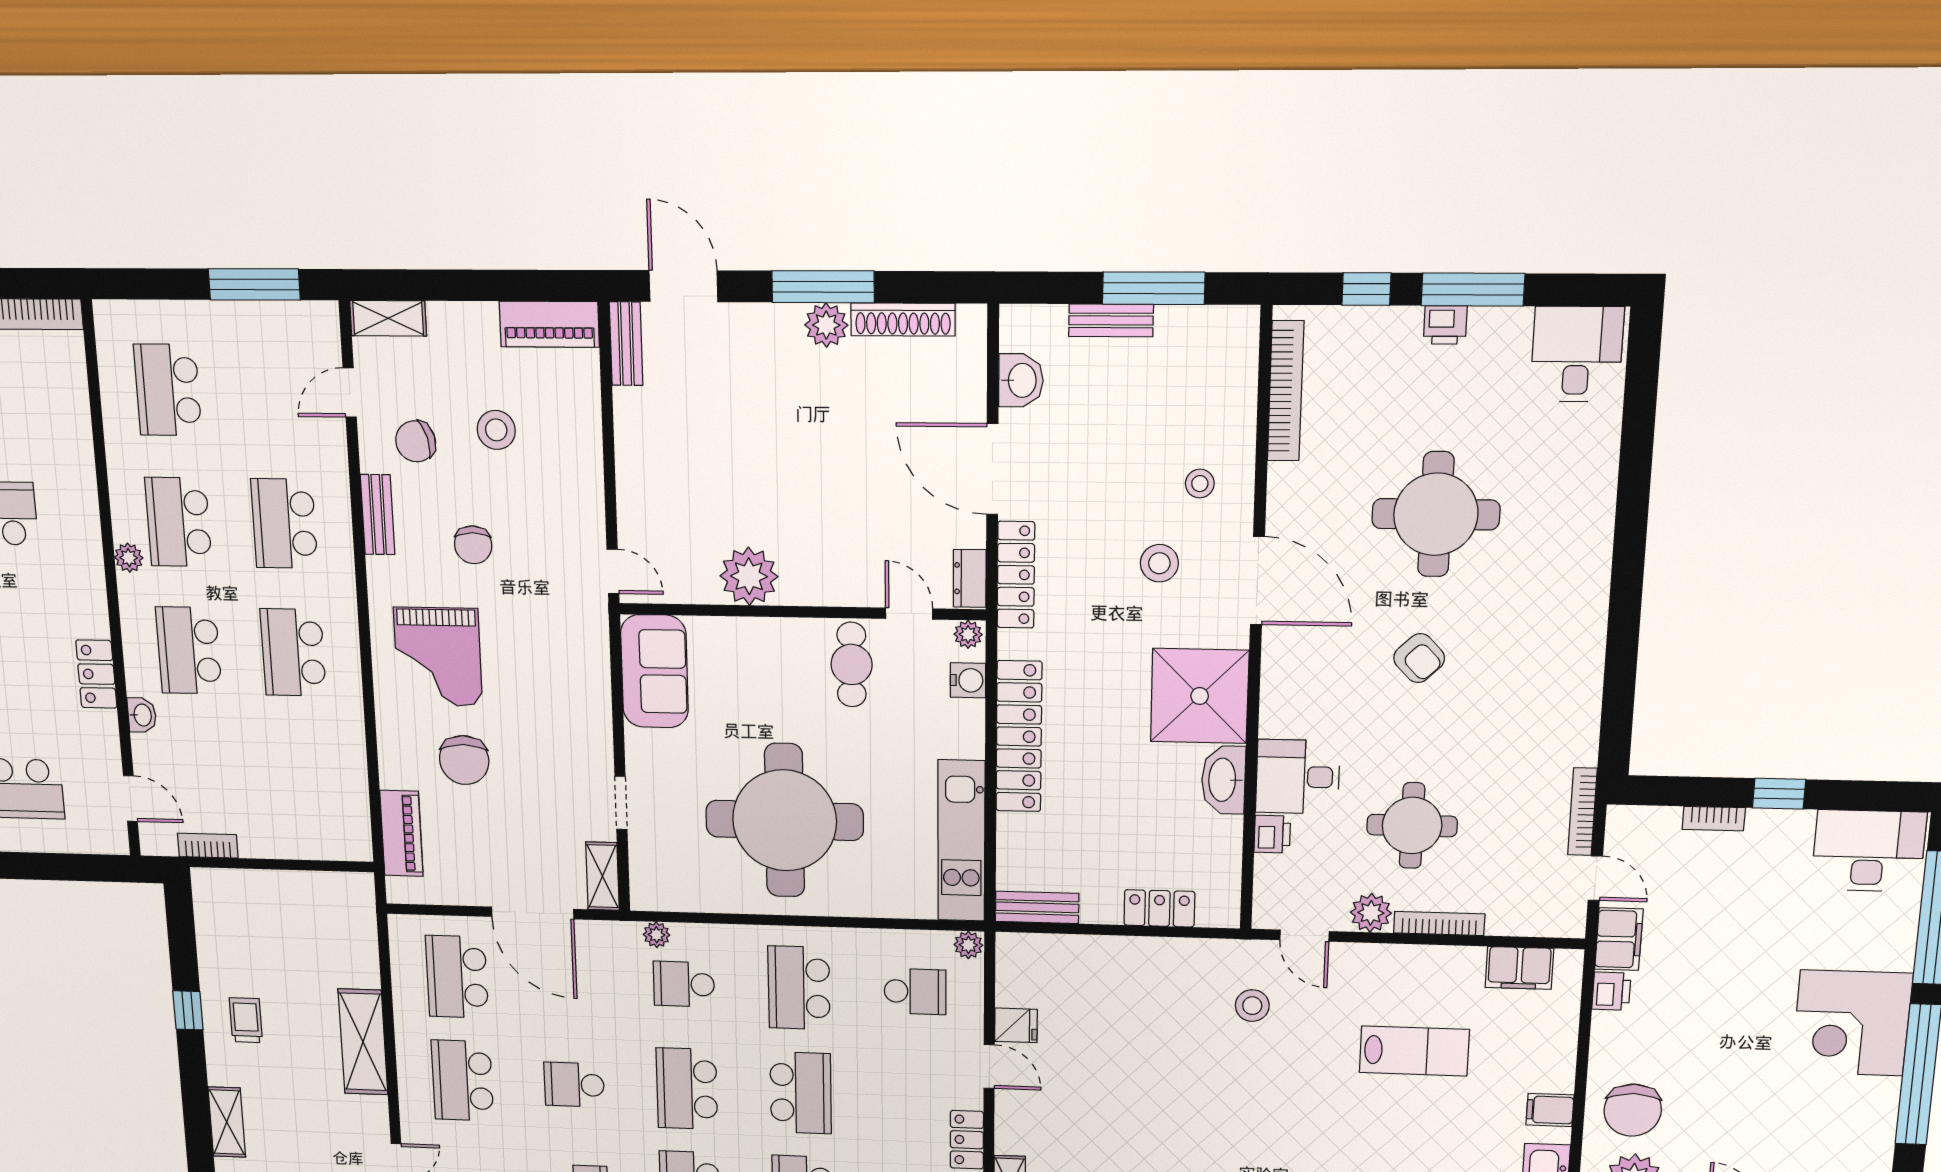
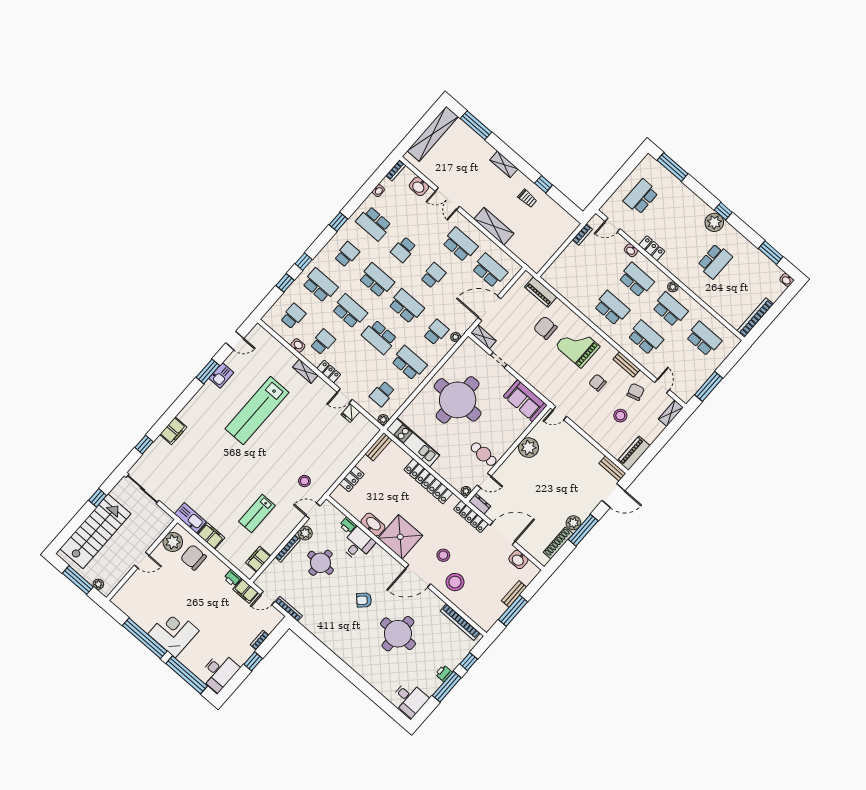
stool: (1200, 484) -> (455, 582), width x1.89, depth x1.89
water cooler: (968, 680) -> (454, 481), removed
filing cabinet: (1550, 1110) -> (211, 536), width x2.00

